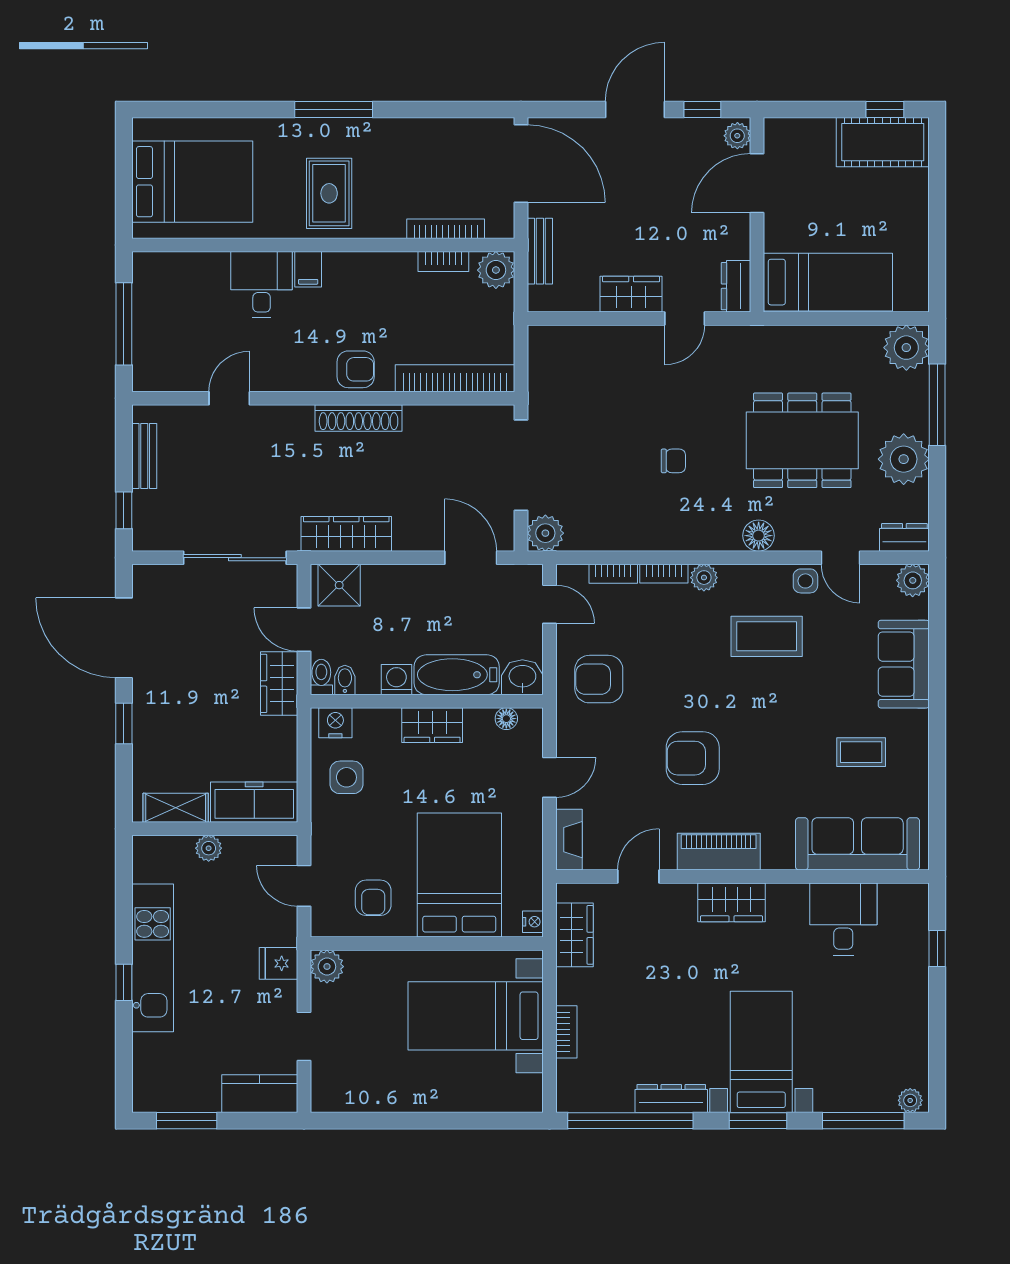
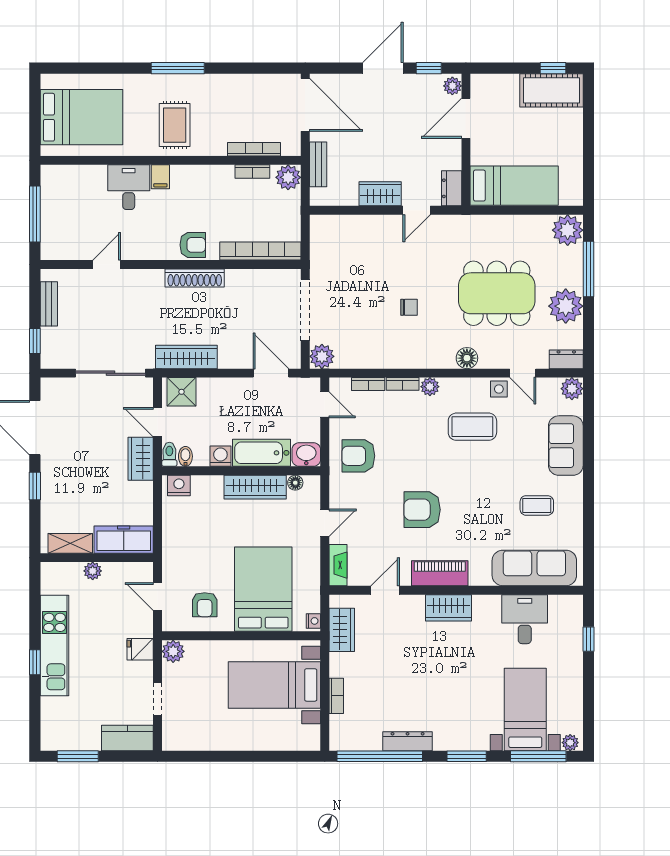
wardrobe: (432, 725) -> (255, 487), width x1.50
side table: (346, 777) -> (186, 523), removed
bed with nightstands: (761, 1052) -> (525, 710), moved

